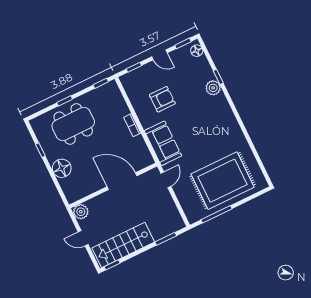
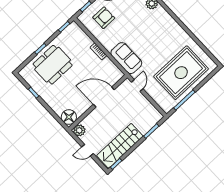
armchair: (162, 99) -> (104, 18), moved
floor lamp: (62, 168) -> (69, 117), moved

